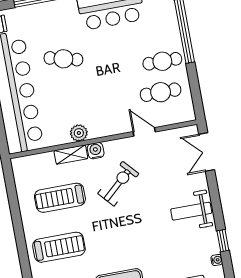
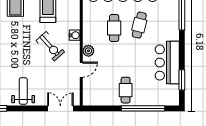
cafe table: (161, 92) -> (114, 28), moved
plant: (79, 133) -> (88, 51), moved
shelving: (71, 155) -> (75, 18), removed

